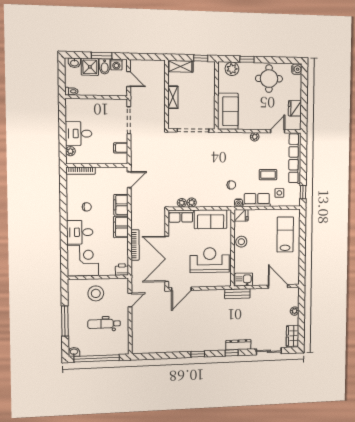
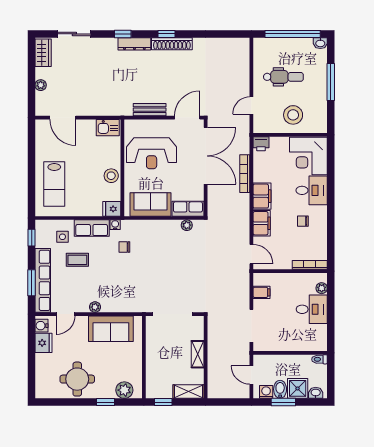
water cooler: (297, 69) -> (42, 326), moved
sofa: (228, 111) -> (111, 329), moved, turned -90
window: (303, 156) -> (32, 283), added
door: (129, 180) -> (251, 254), swing flipped
plant: (192, 203) -> (175, 225), removed
bench: (237, 294) -> (150, 110), moved
dresser: (238, 345) -> (134, 44), moved
shoe rack: (194, 347) -> (172, 44), added

